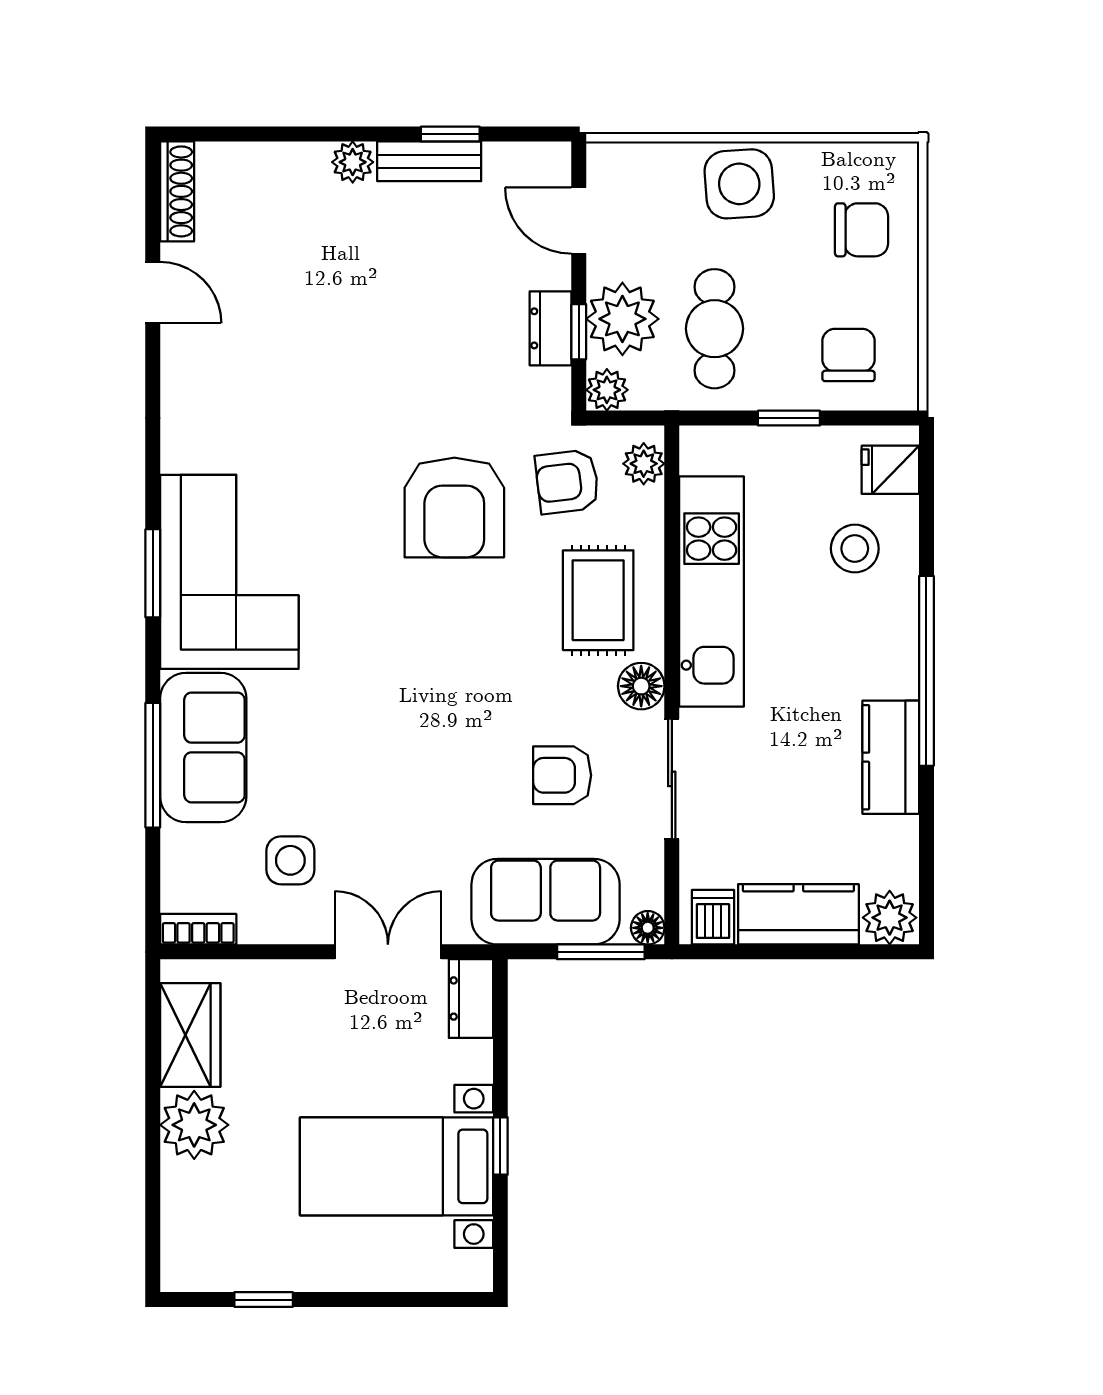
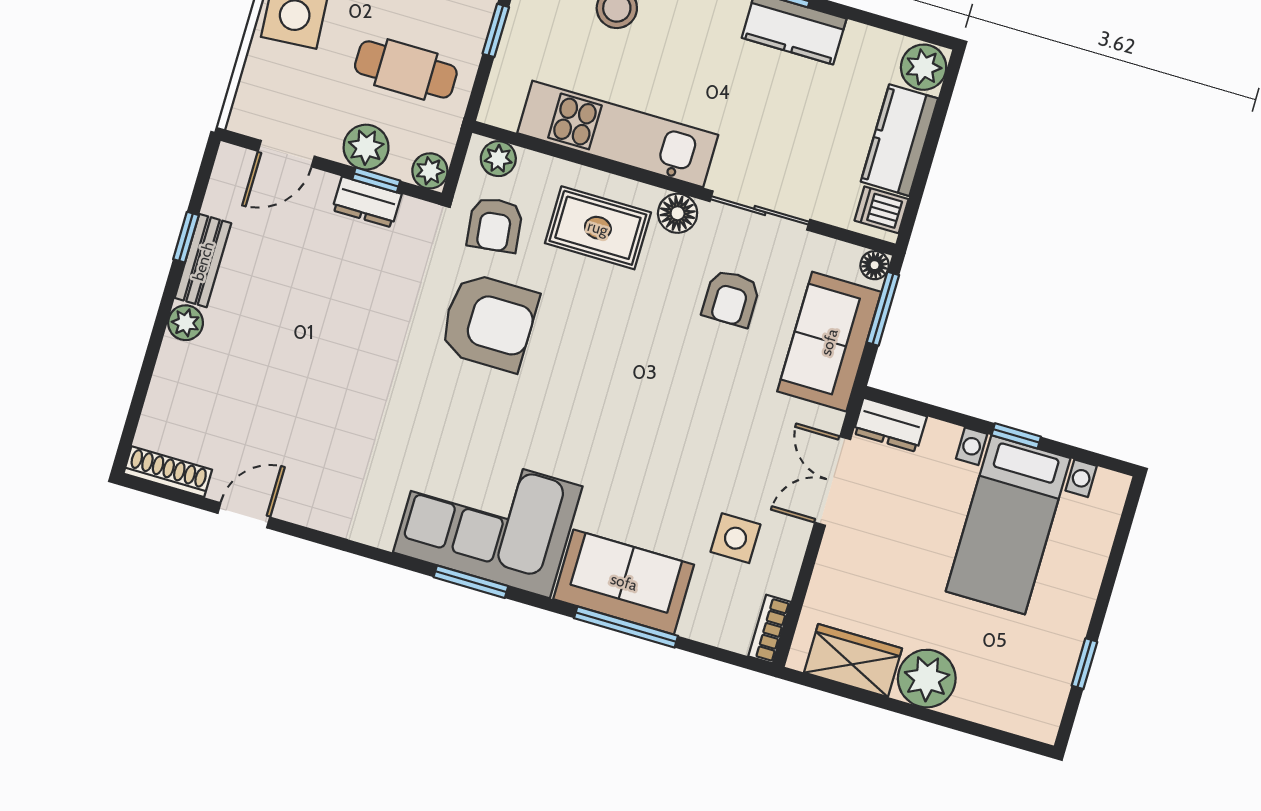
plant: (622, 319) -> (366, 147), width x0.73, depth x0.73

